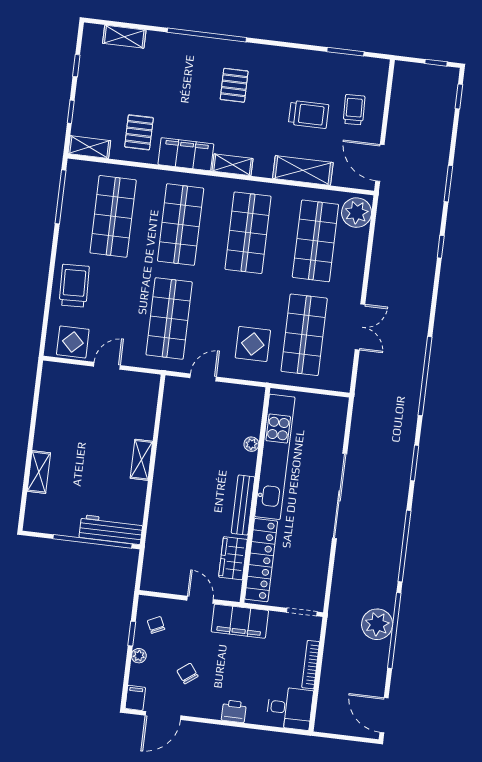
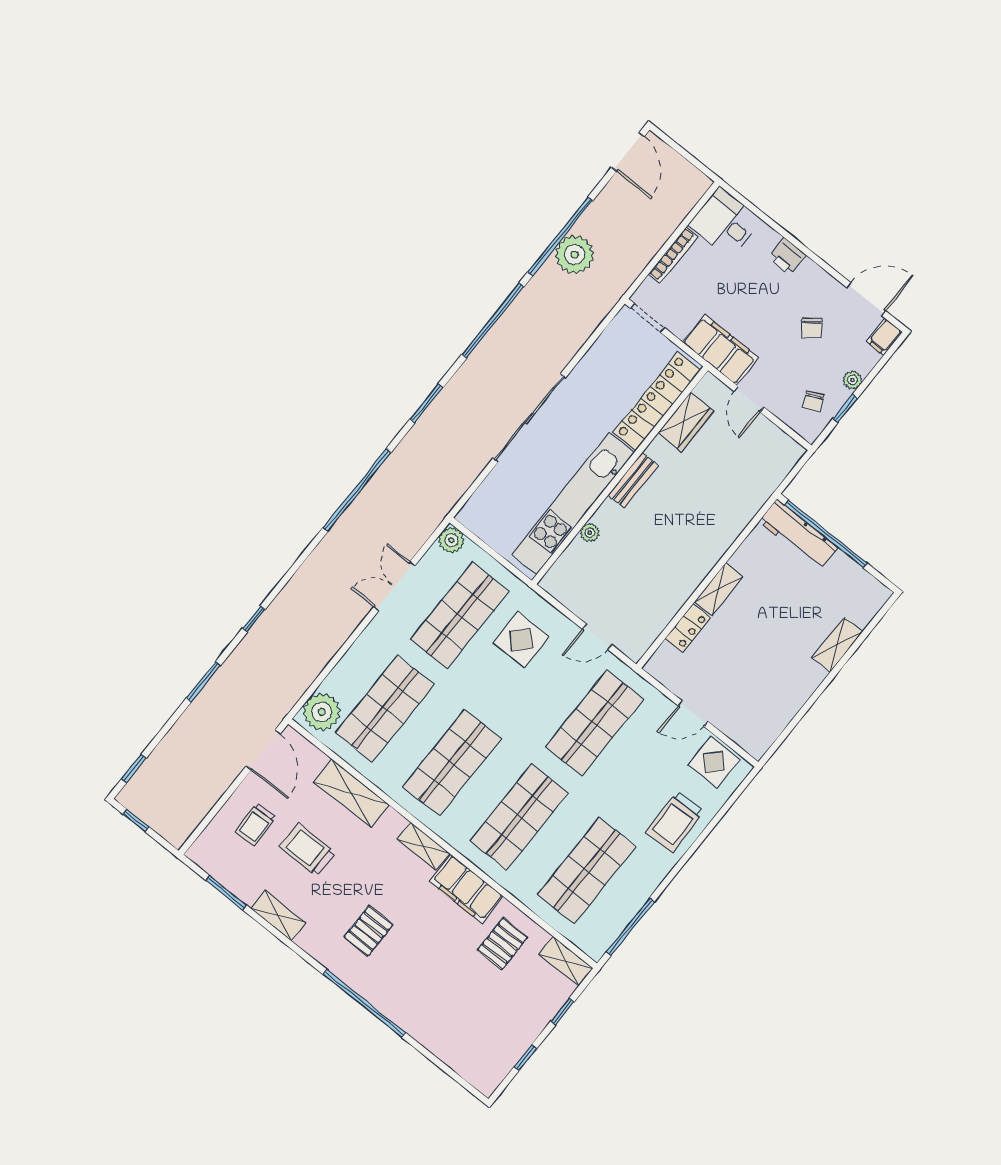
shelving: (124, 37) -> (278, 915), moved
plant: (341, 382) -> (451, 540), added
locker: (146, 421) -> (688, 628), added
bench: (243, 505) -> (633, 480), width x0.73

